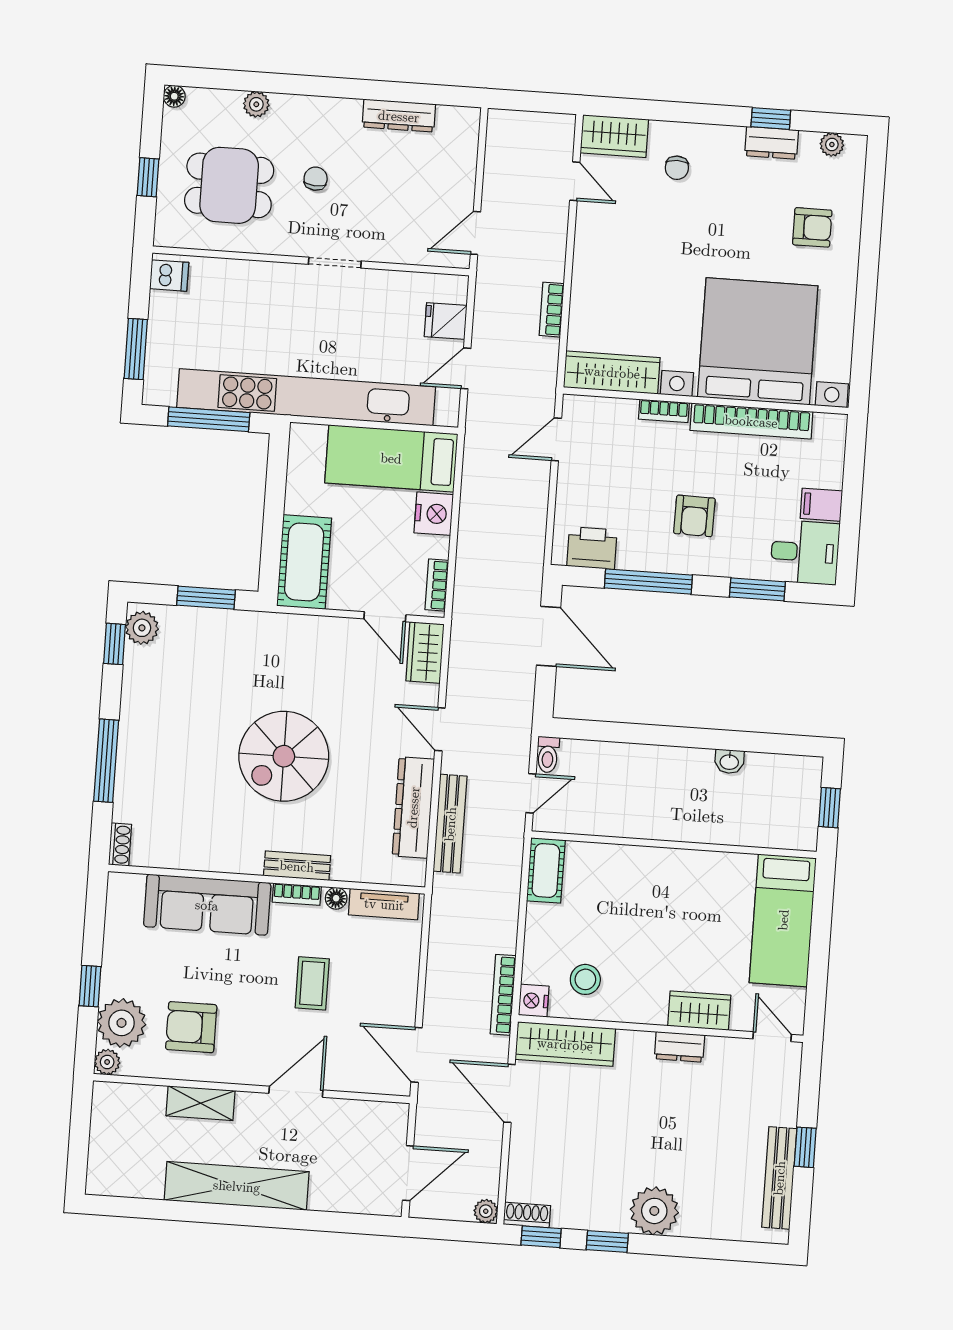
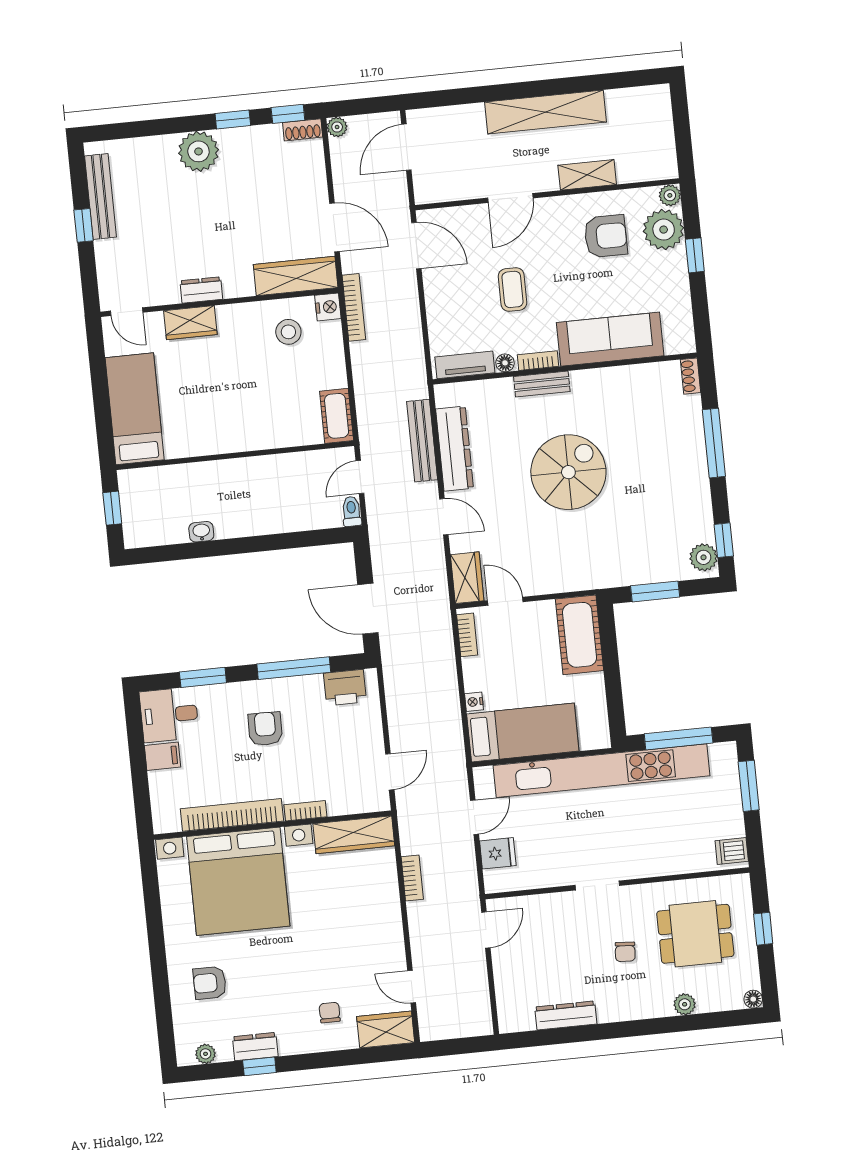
nightstand: (434, 514) -> (474, 702), width x0.53, depth x0.56

